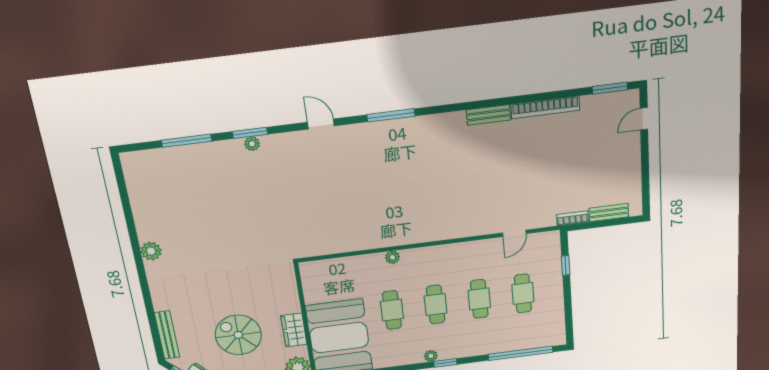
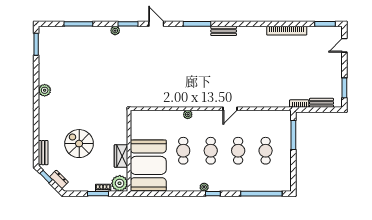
bench: (488, 115) -> (224, 31), moved
window: (250, 133) -> (128, 24), moved
window: (121, 182) -> (36, 44), added
window: (646, 185) -> (344, 88), added
door: (514, 233) -> (230, 109), moved
window: (566, 265) -> (293, 135), width x2.17
bench: (167, 335) -> (43, 153), width x0.73
spiral stairs: (238, 335) -> (79, 144), moved

